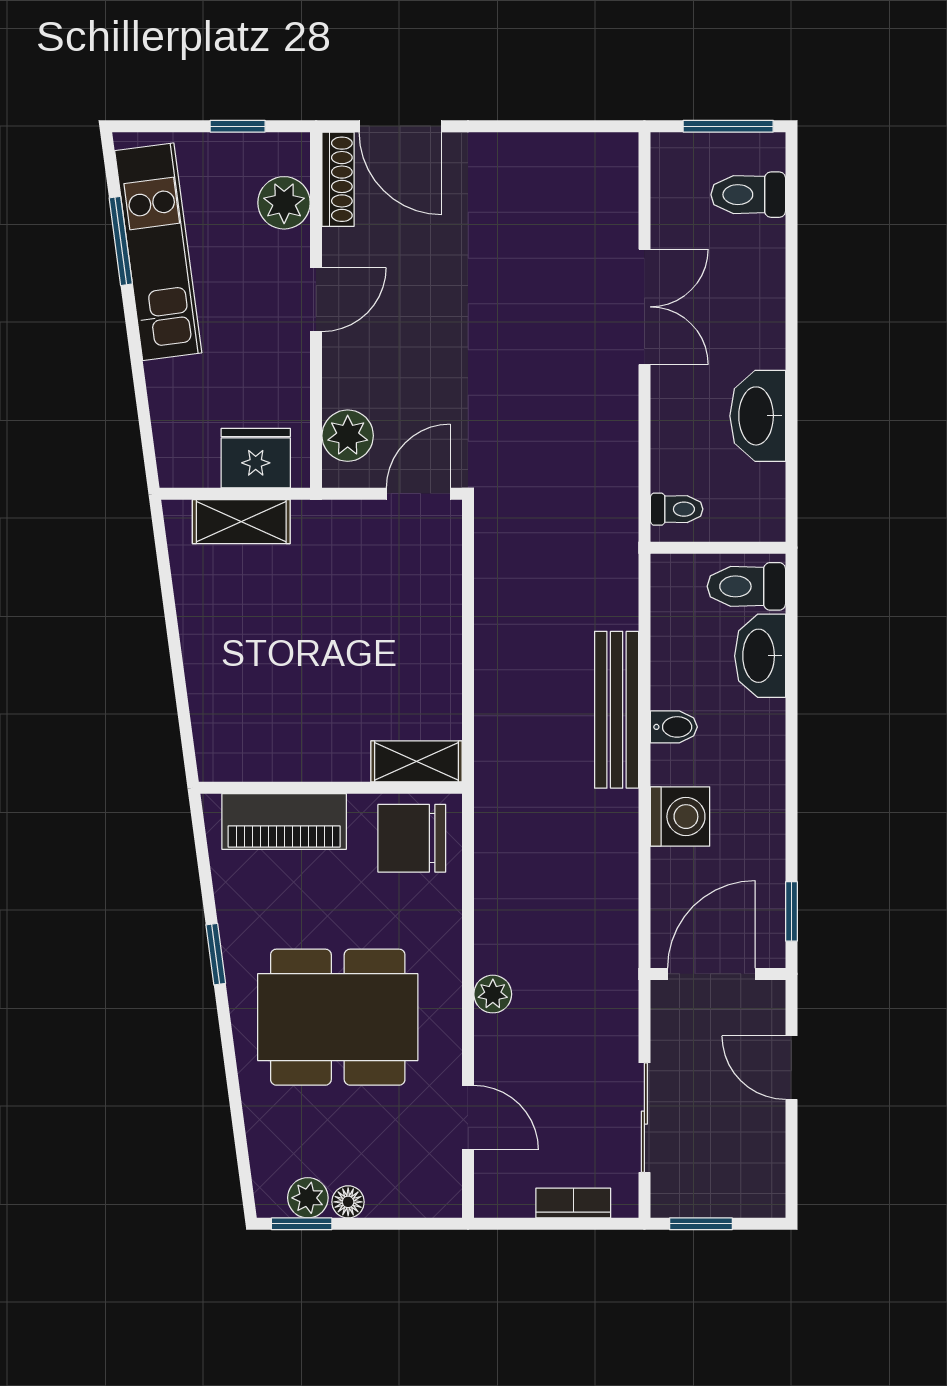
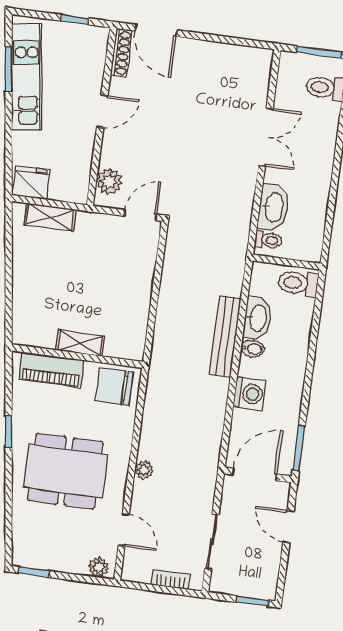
plant: (284, 203) -> (93, 61), removed
washbasin: (758, 416) -> (273, 207), moved, turned 180
fridge: (256, 458) -> (31, 182), moved
washbasin: (760, 656) -> (258, 318), moved, turned 180
shelving: (417, 761) -> (80, 343), moved
window: (791, 911) -> (299, 449), width x1.50
plant: (308, 1198) -> (99, 567), moved
floor lamp: (348, 1202) -> (58, 564), removed
window: (701, 1224) -> (253, 601), moved

